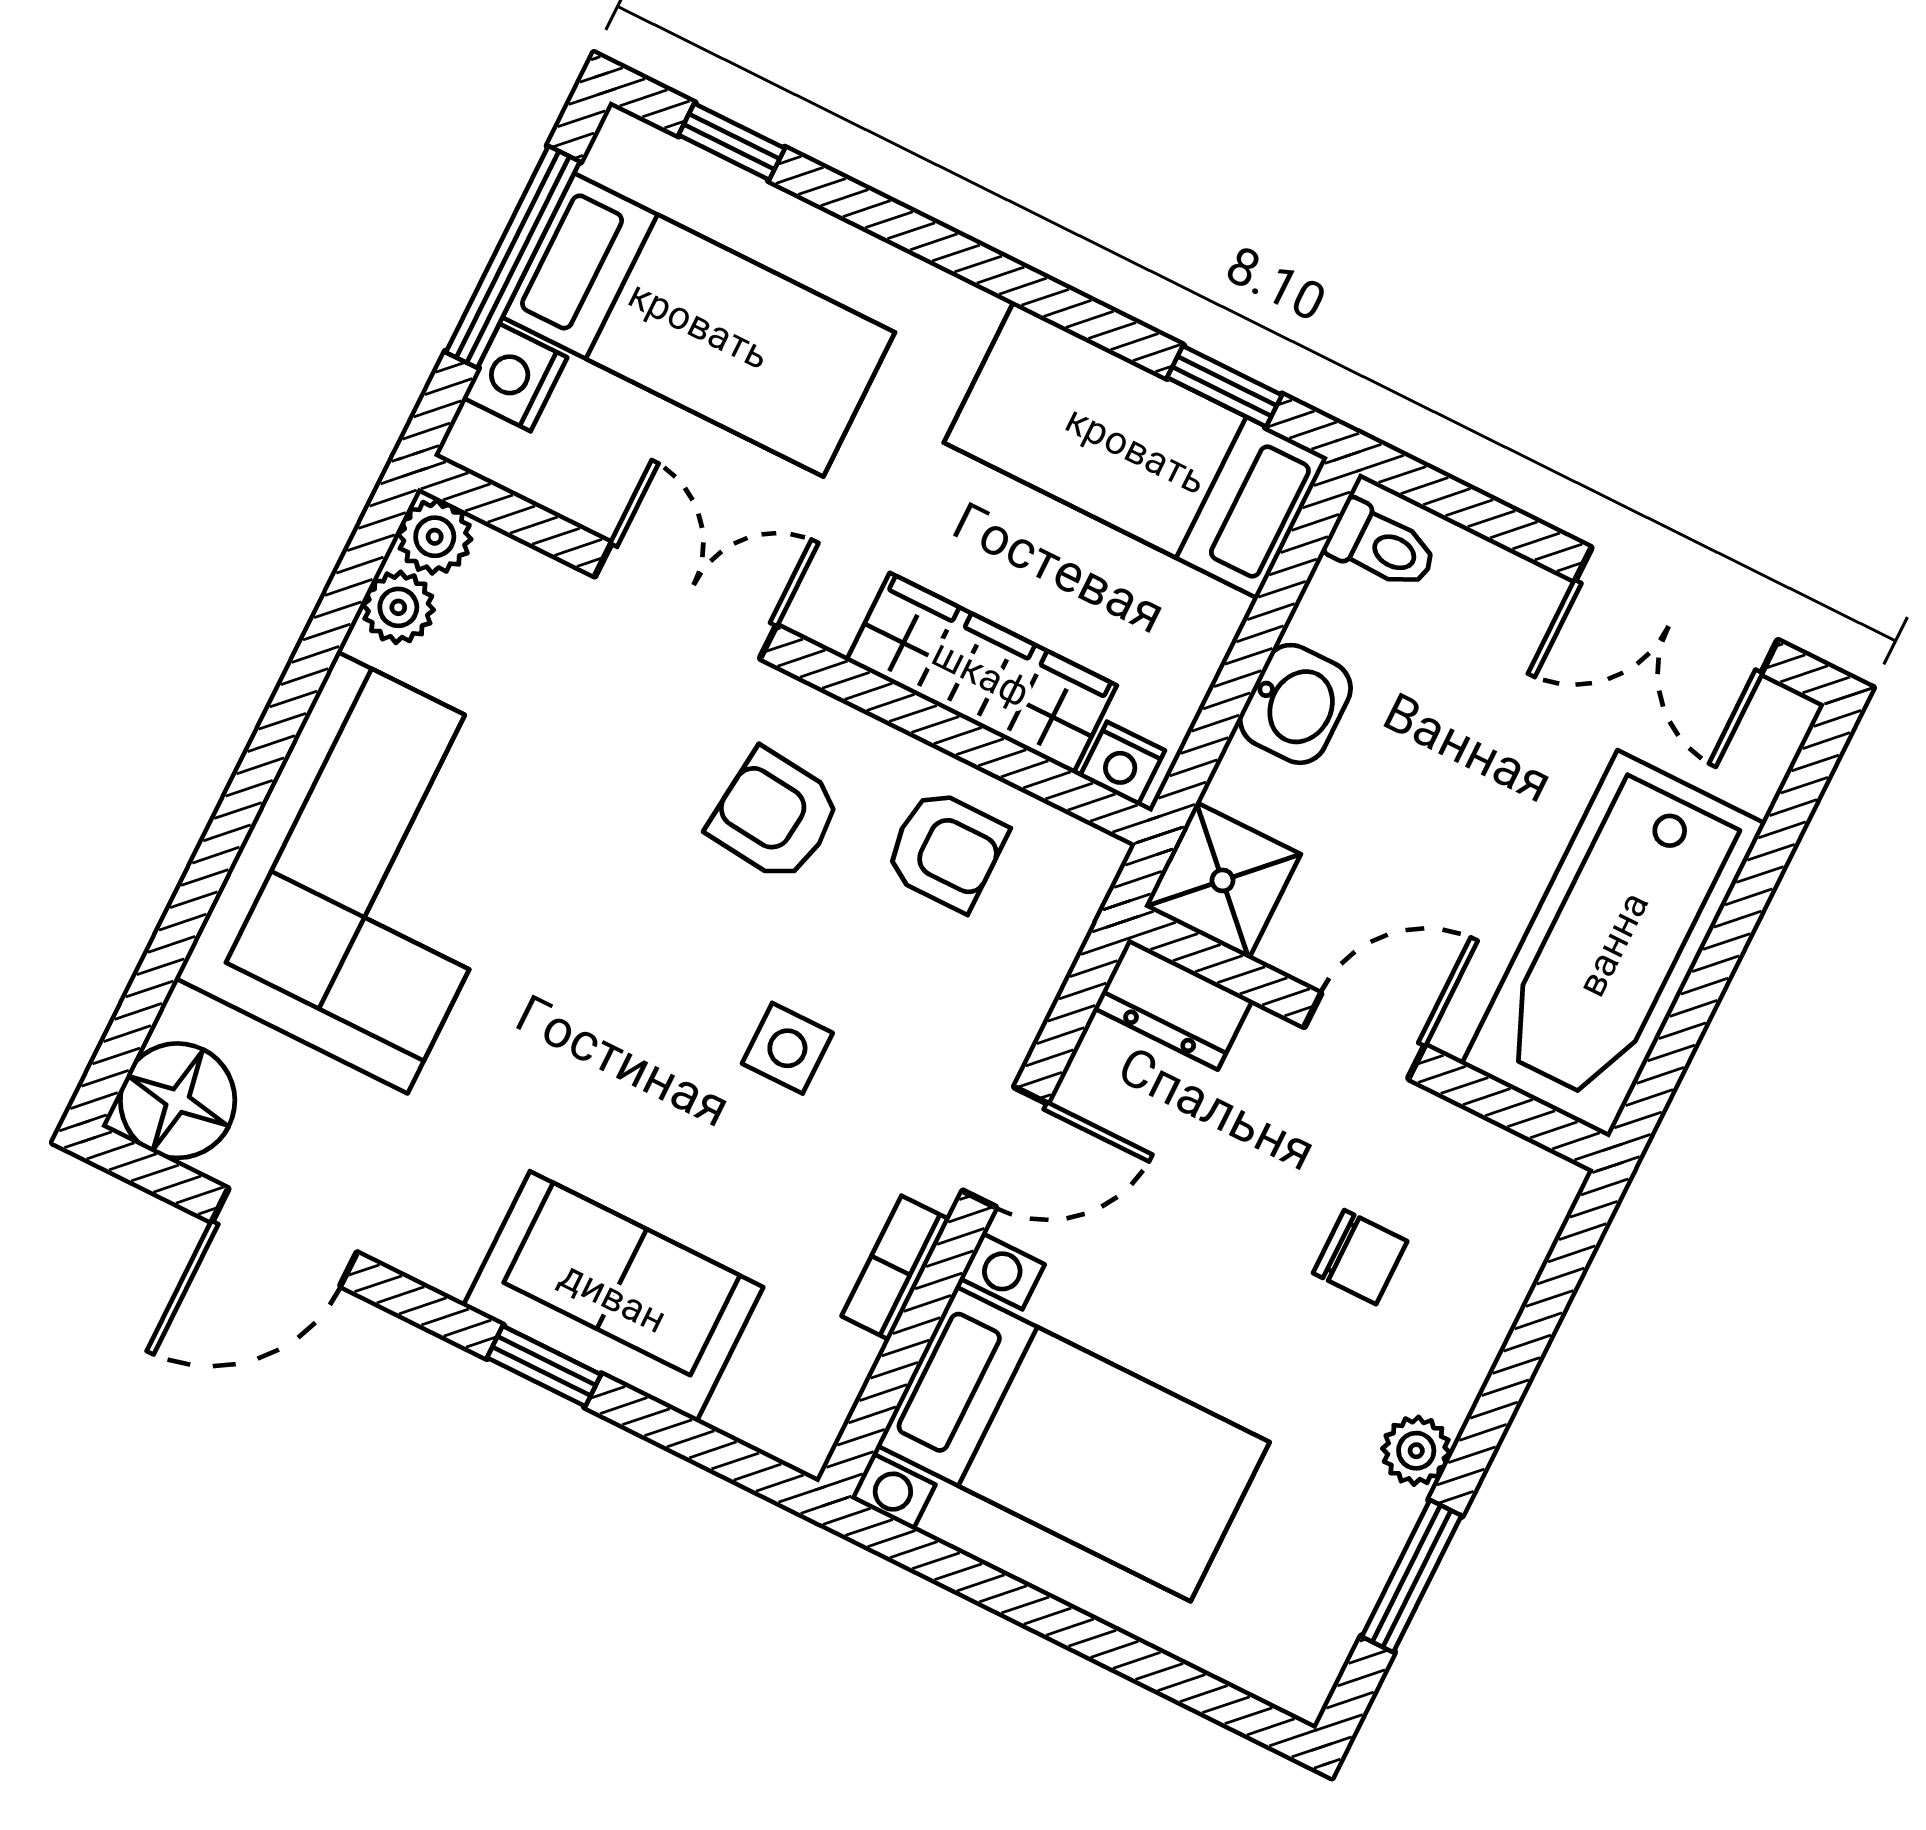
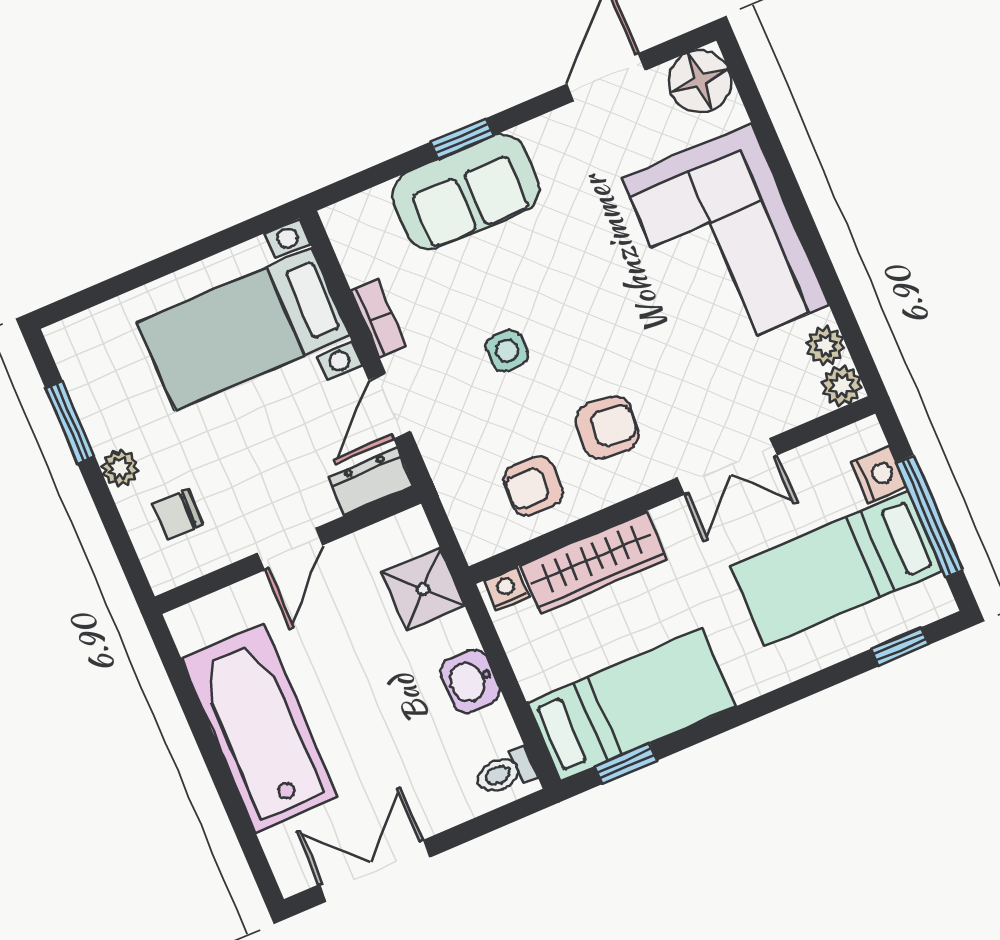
dresser: (1173, 1004) -> (371, 481), moved
door: (1365, 1036) -> (290, 549), moved
wall: (1369, 1038) -> (288, 550), moved
chair: (1360, 1257) -> (178, 515), moved

